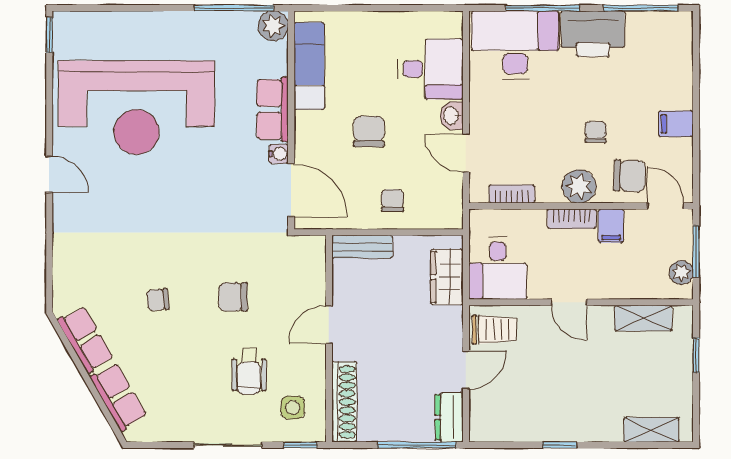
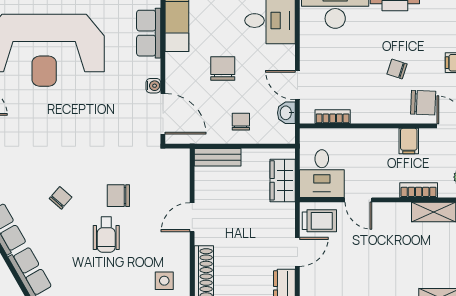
row of seats: (273, 109) -> (149, 33), moved
washbasin: (452, 116) -> (286, 113), moved
chair: (596, 132) -> (397, 69), turned -72
plant: (579, 186) -> (384, 111), removed
bookcase: (572, 219) -> (419, 190), moved, turned 180
chair: (158, 300) -> (61, 198), turned 137
door: (569, 302) -> (358, 200), moved
wheelchair: (249, 371) -> (106, 235), moved

